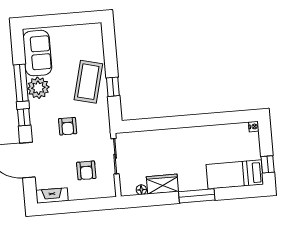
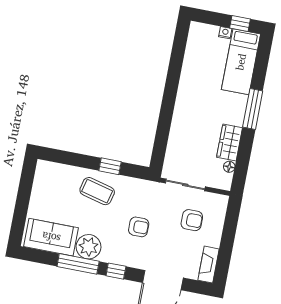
coffee table: (88, 82) -> (97, 191), width x0.73, depth x0.76
nightstand: (254, 127) -> (225, 33), moved

